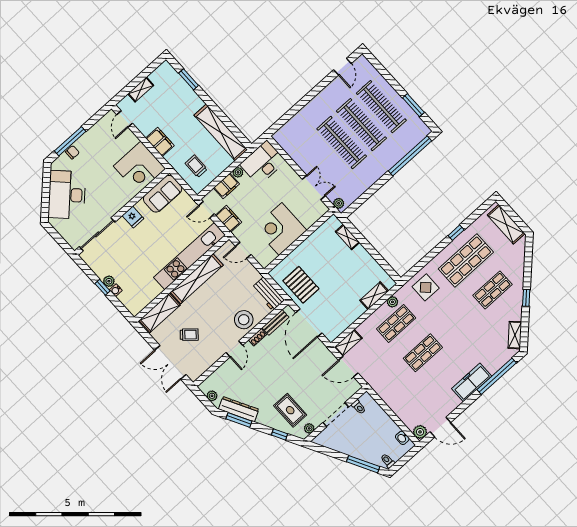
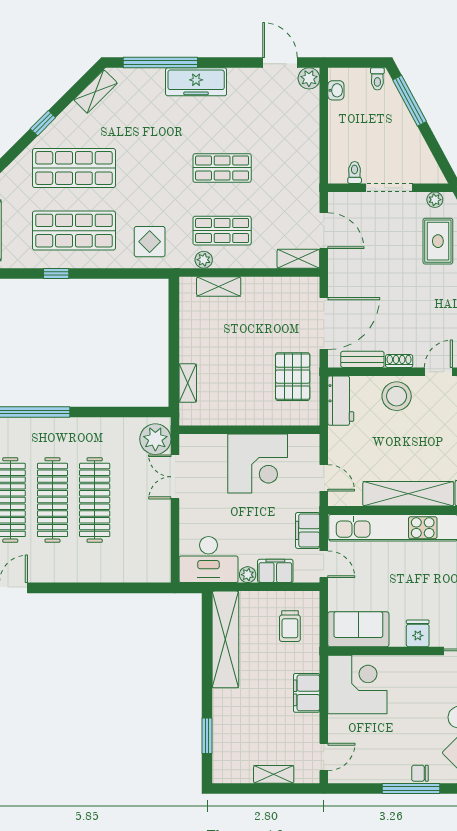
plant: (339, 203) -> (155, 439), width x1.88, depth x1.88
shop shelf: (492, 290) -> (74, 168), width x1.43, depth x1.36

